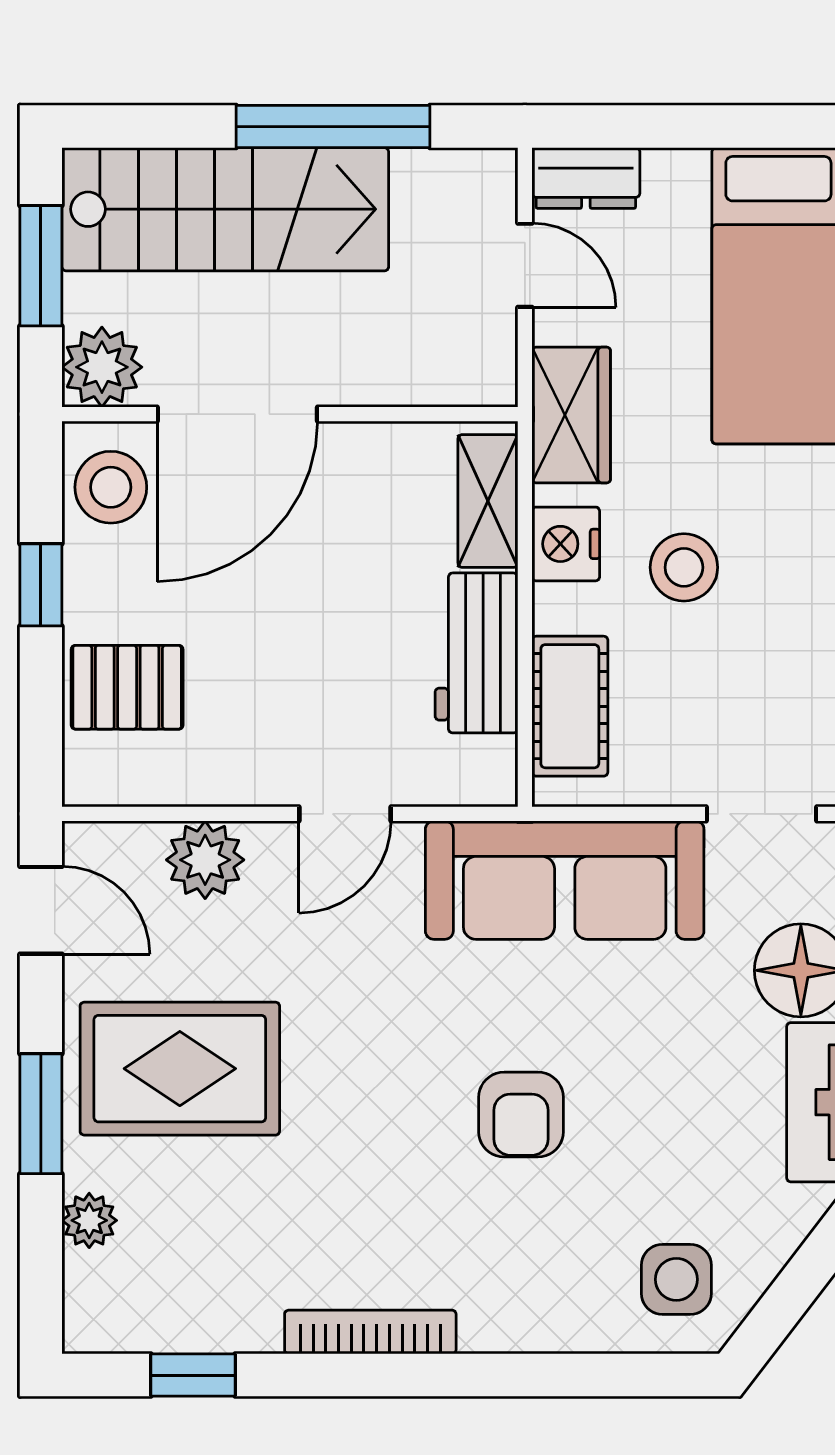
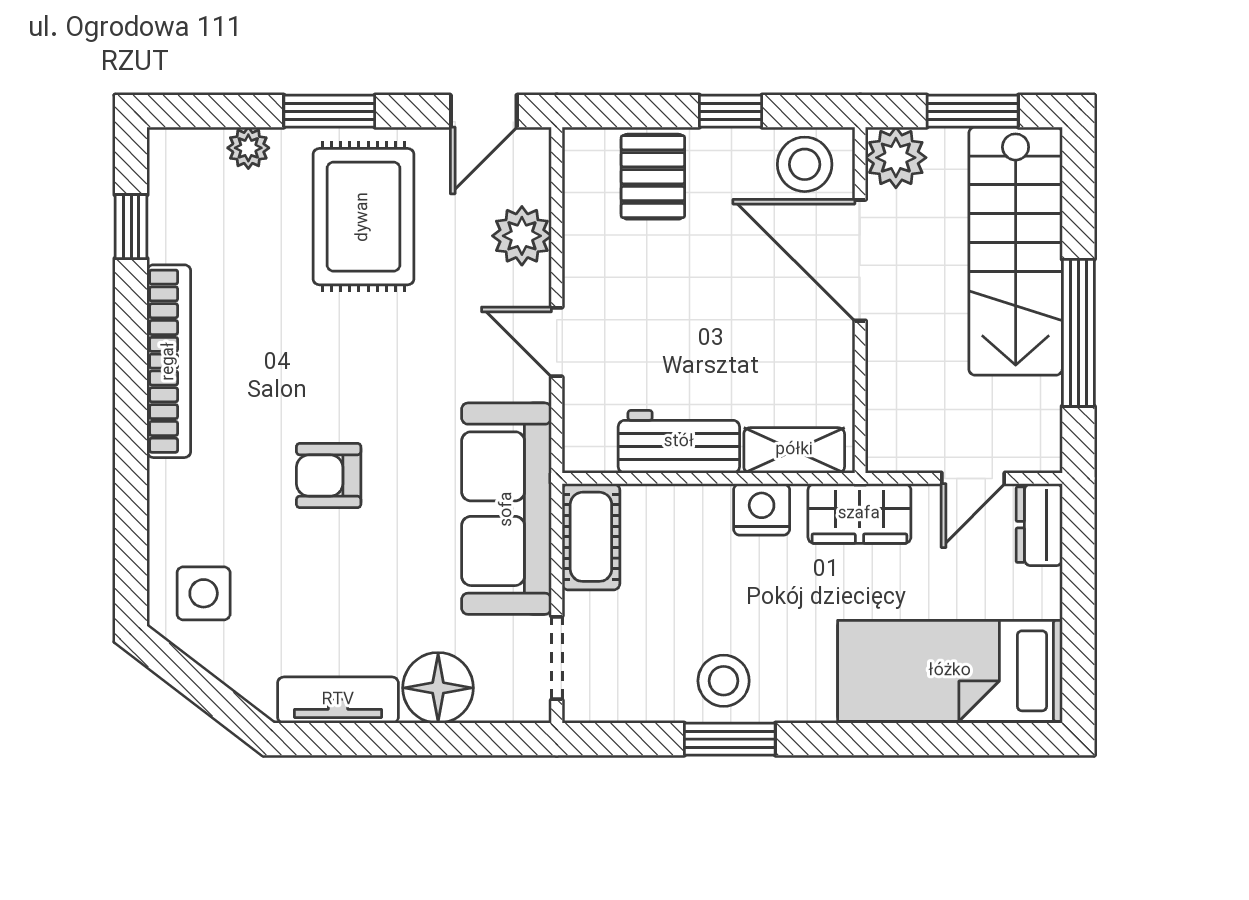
stool: (684, 567) -> (724, 681), moved
cot: (570, 706) -> (591, 537), moved, turned 90
bookcase: (370, 1332) -> (169, 361), width x1.48, depth x1.31

